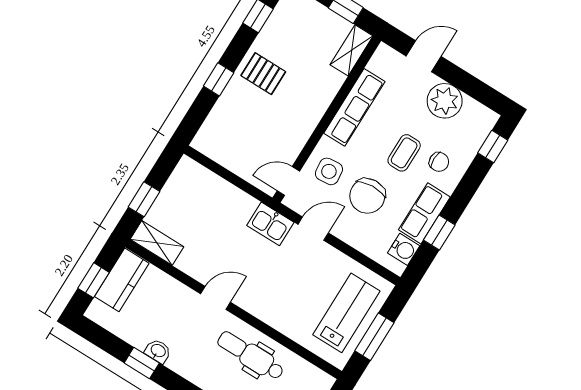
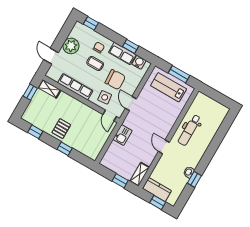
kitchen sink: (270, 224) -> (122, 135), moved

